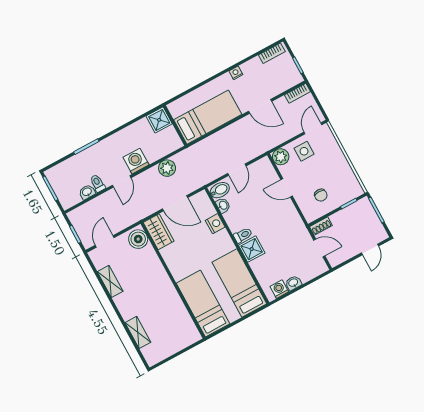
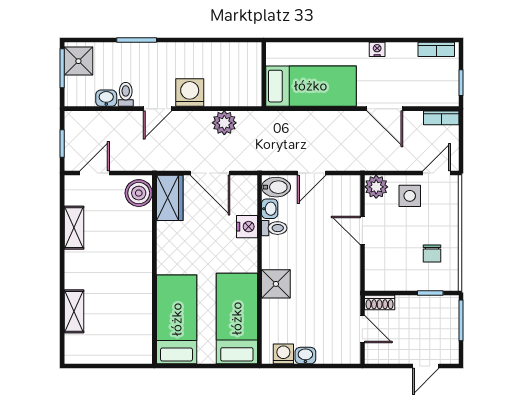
shower: (159, 120) -> (78, 61), moved
chair: (321, 195) -> (432, 253), moved
toilet: (243, 235) -> (274, 228), moved

